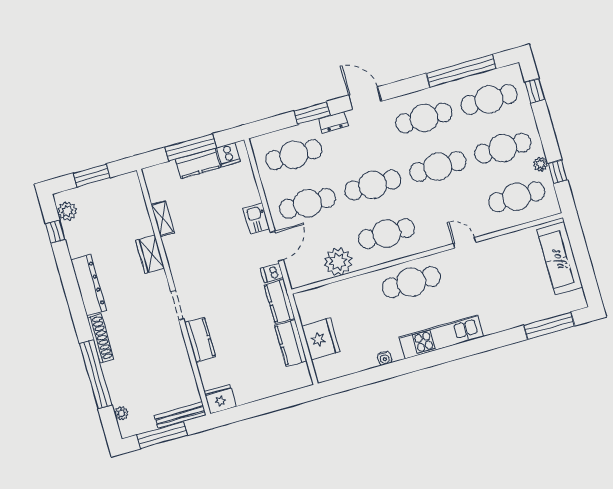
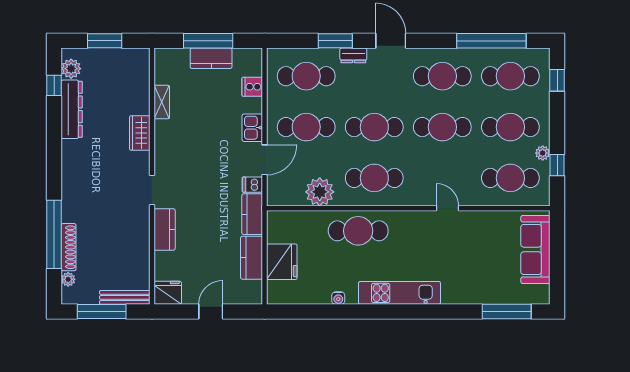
cooker: (228, 155) -> (252, 87), moved, turned 90
cafe table: (411, 282) -> (358, 231), moved
dresser: (89, 285) -> (72, 109), moved
shoe rack: (100, 338) -> (69, 247), moved
door: (266, 406) -> (211, 312), added

